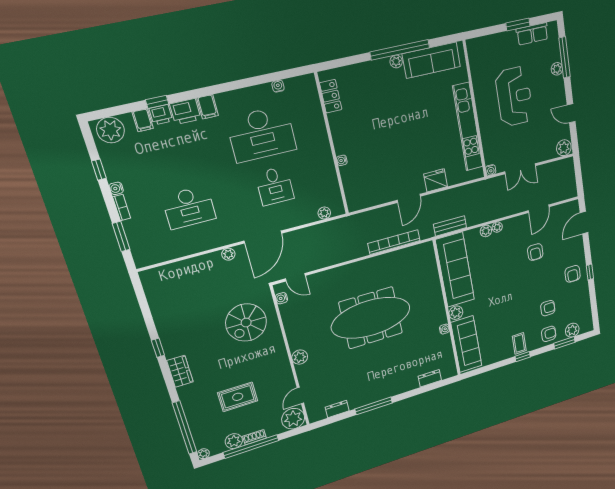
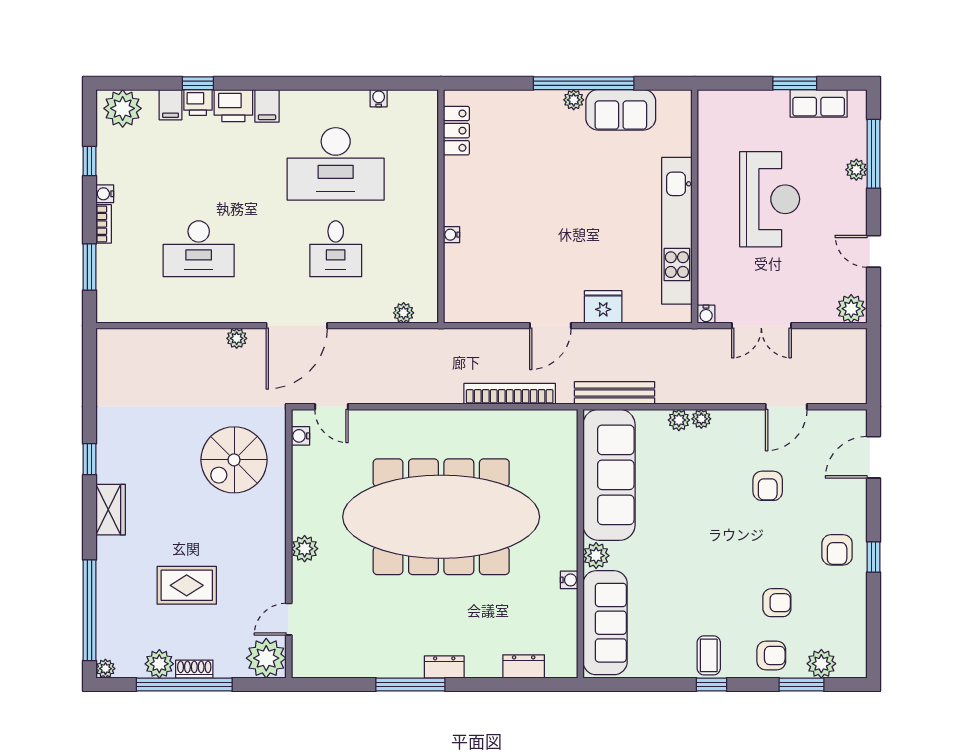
sofa: (432, 60) -> (621, 110), width x0.73
bench: (450, 226) -> (614, 393), width x1.36
meeting table: (371, 318) -> (441, 517), width x1.36, depth x1.27
dresser: (337, 409) -> (444, 667), moved

